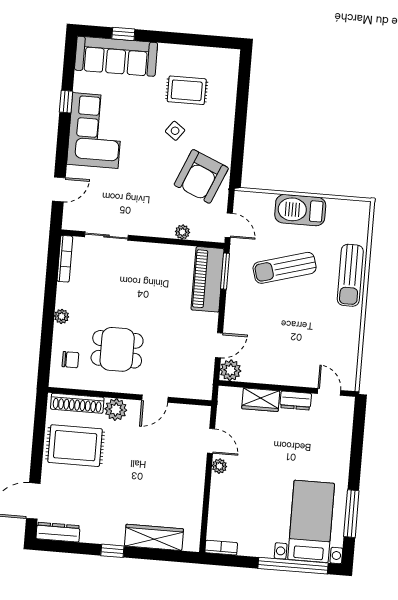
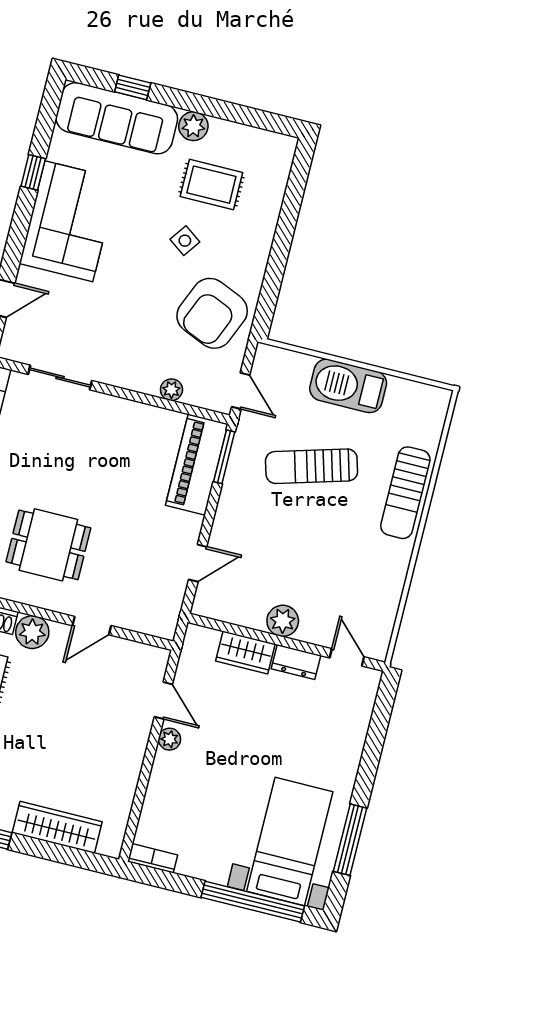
plant: (168, 53) -> (193, 126), added
plant: (230, 370) -> (283, 621), moved

